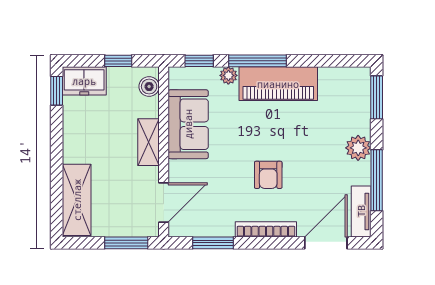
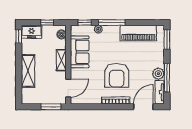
piano: (278, 84) -> (138, 33), moved
plant: (358, 148) -> (158, 74), moved
armchair: (268, 175) -> (117, 75), width x1.88, depth x1.88
shelving: (77, 200) -> (28, 71), moved
window: (213, 243) -> (91, 107), removed

